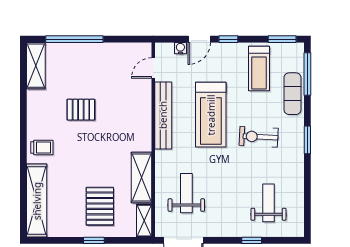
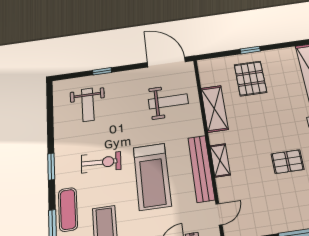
treadmill: (211, 115) -> (152, 176), turned 180
weight bench: (186, 193) -> (168, 101), turned -90
shelving: (144, 221) -> (220, 160), moved

